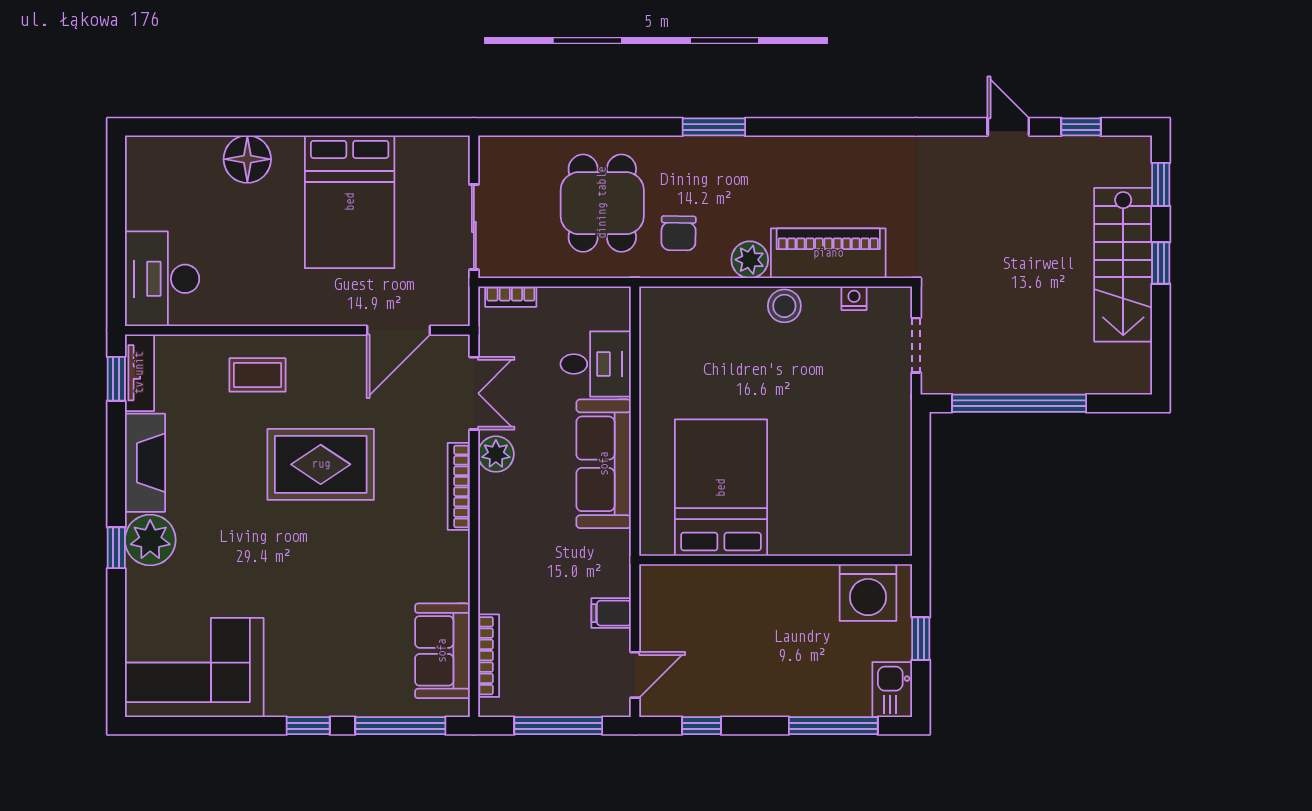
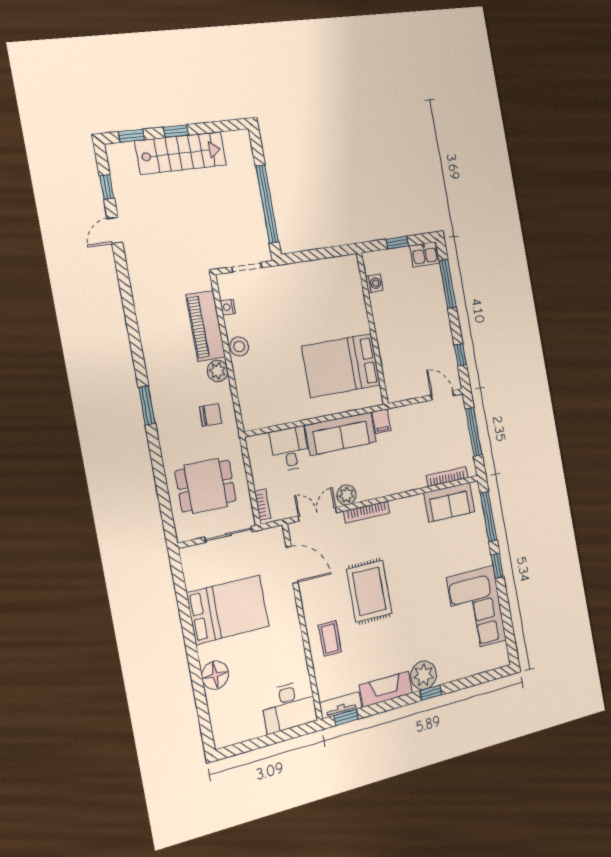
dining table: (602, 203) -> (206, 486), moved
washing machine: (868, 593) -> (374, 283), width x0.53, depth x0.53
filing cabinet: (611, 613) -> (381, 421), moved
corner sofa: (194, 668) -> (476, 609), moved

